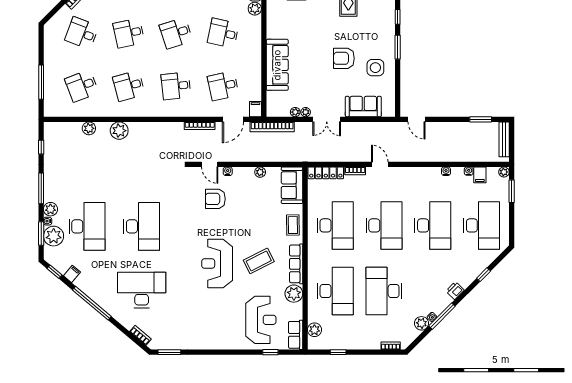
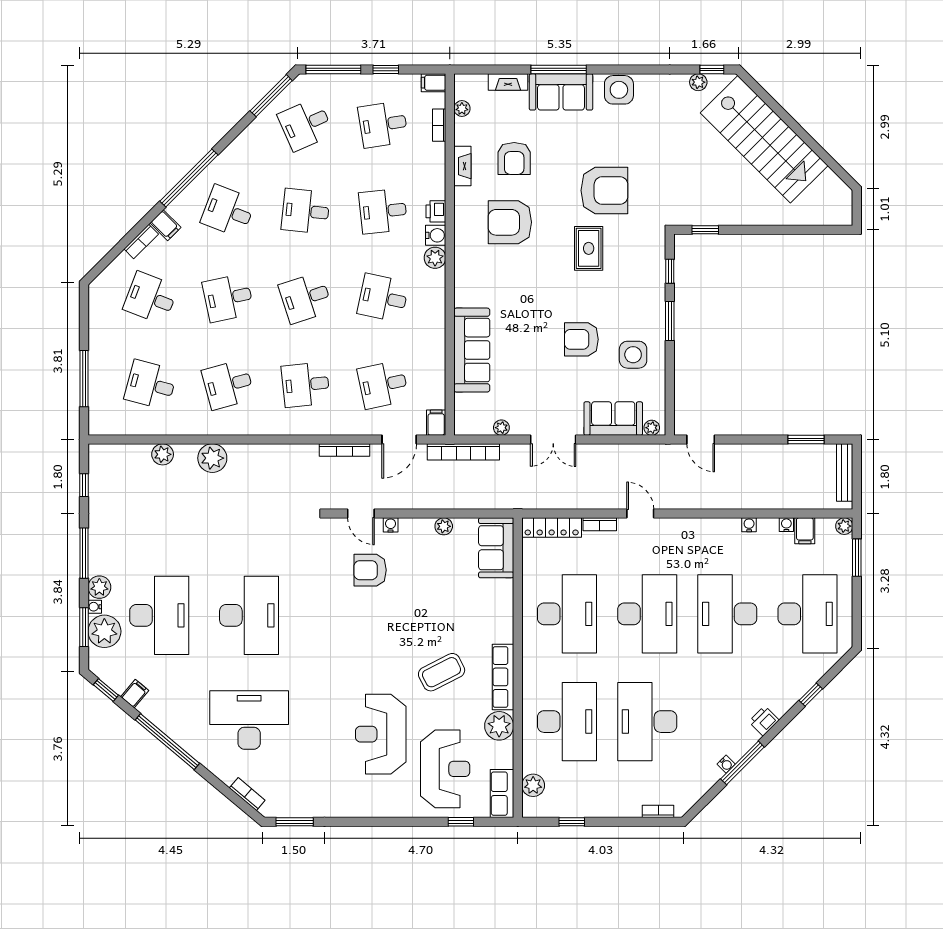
desk: (82, 86) -> (151, 385), turned 36
plant: (306, 112) -> (652, 428), moved
coffee table: (293, 225) -> (498, 613), removed
desk: (433, 225) -> (727, 614), turned 180
reception desk: (217, 264) -> (381, 734), moved
plant: (422, 323) -> (709, 775), removed

